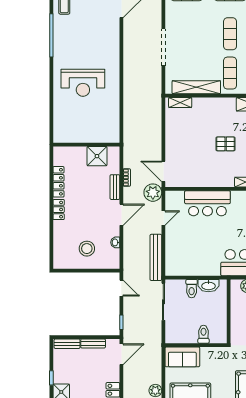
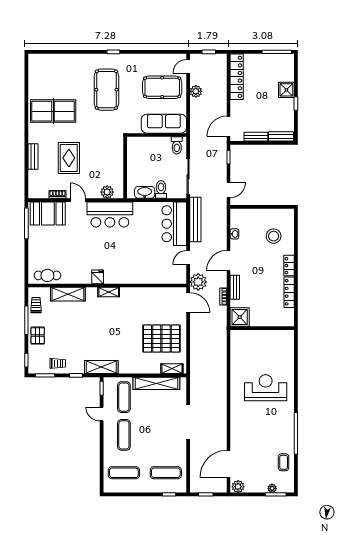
pallet: (226, 144) -> (161, 339), moved, width x2.05, depth x2.00
shower: (97, 156) -> (240, 317), moved
bar counter: (207, 203) -> (174, 224), moved, turned -90
stool: (87, 249) -> (274, 236), moved
door: (121, 288) -> (229, 190), swing flipped
toilet: (204, 334) -> (177, 145), moved
sofa: (182, 357) -> (164, 124), width x1.36

